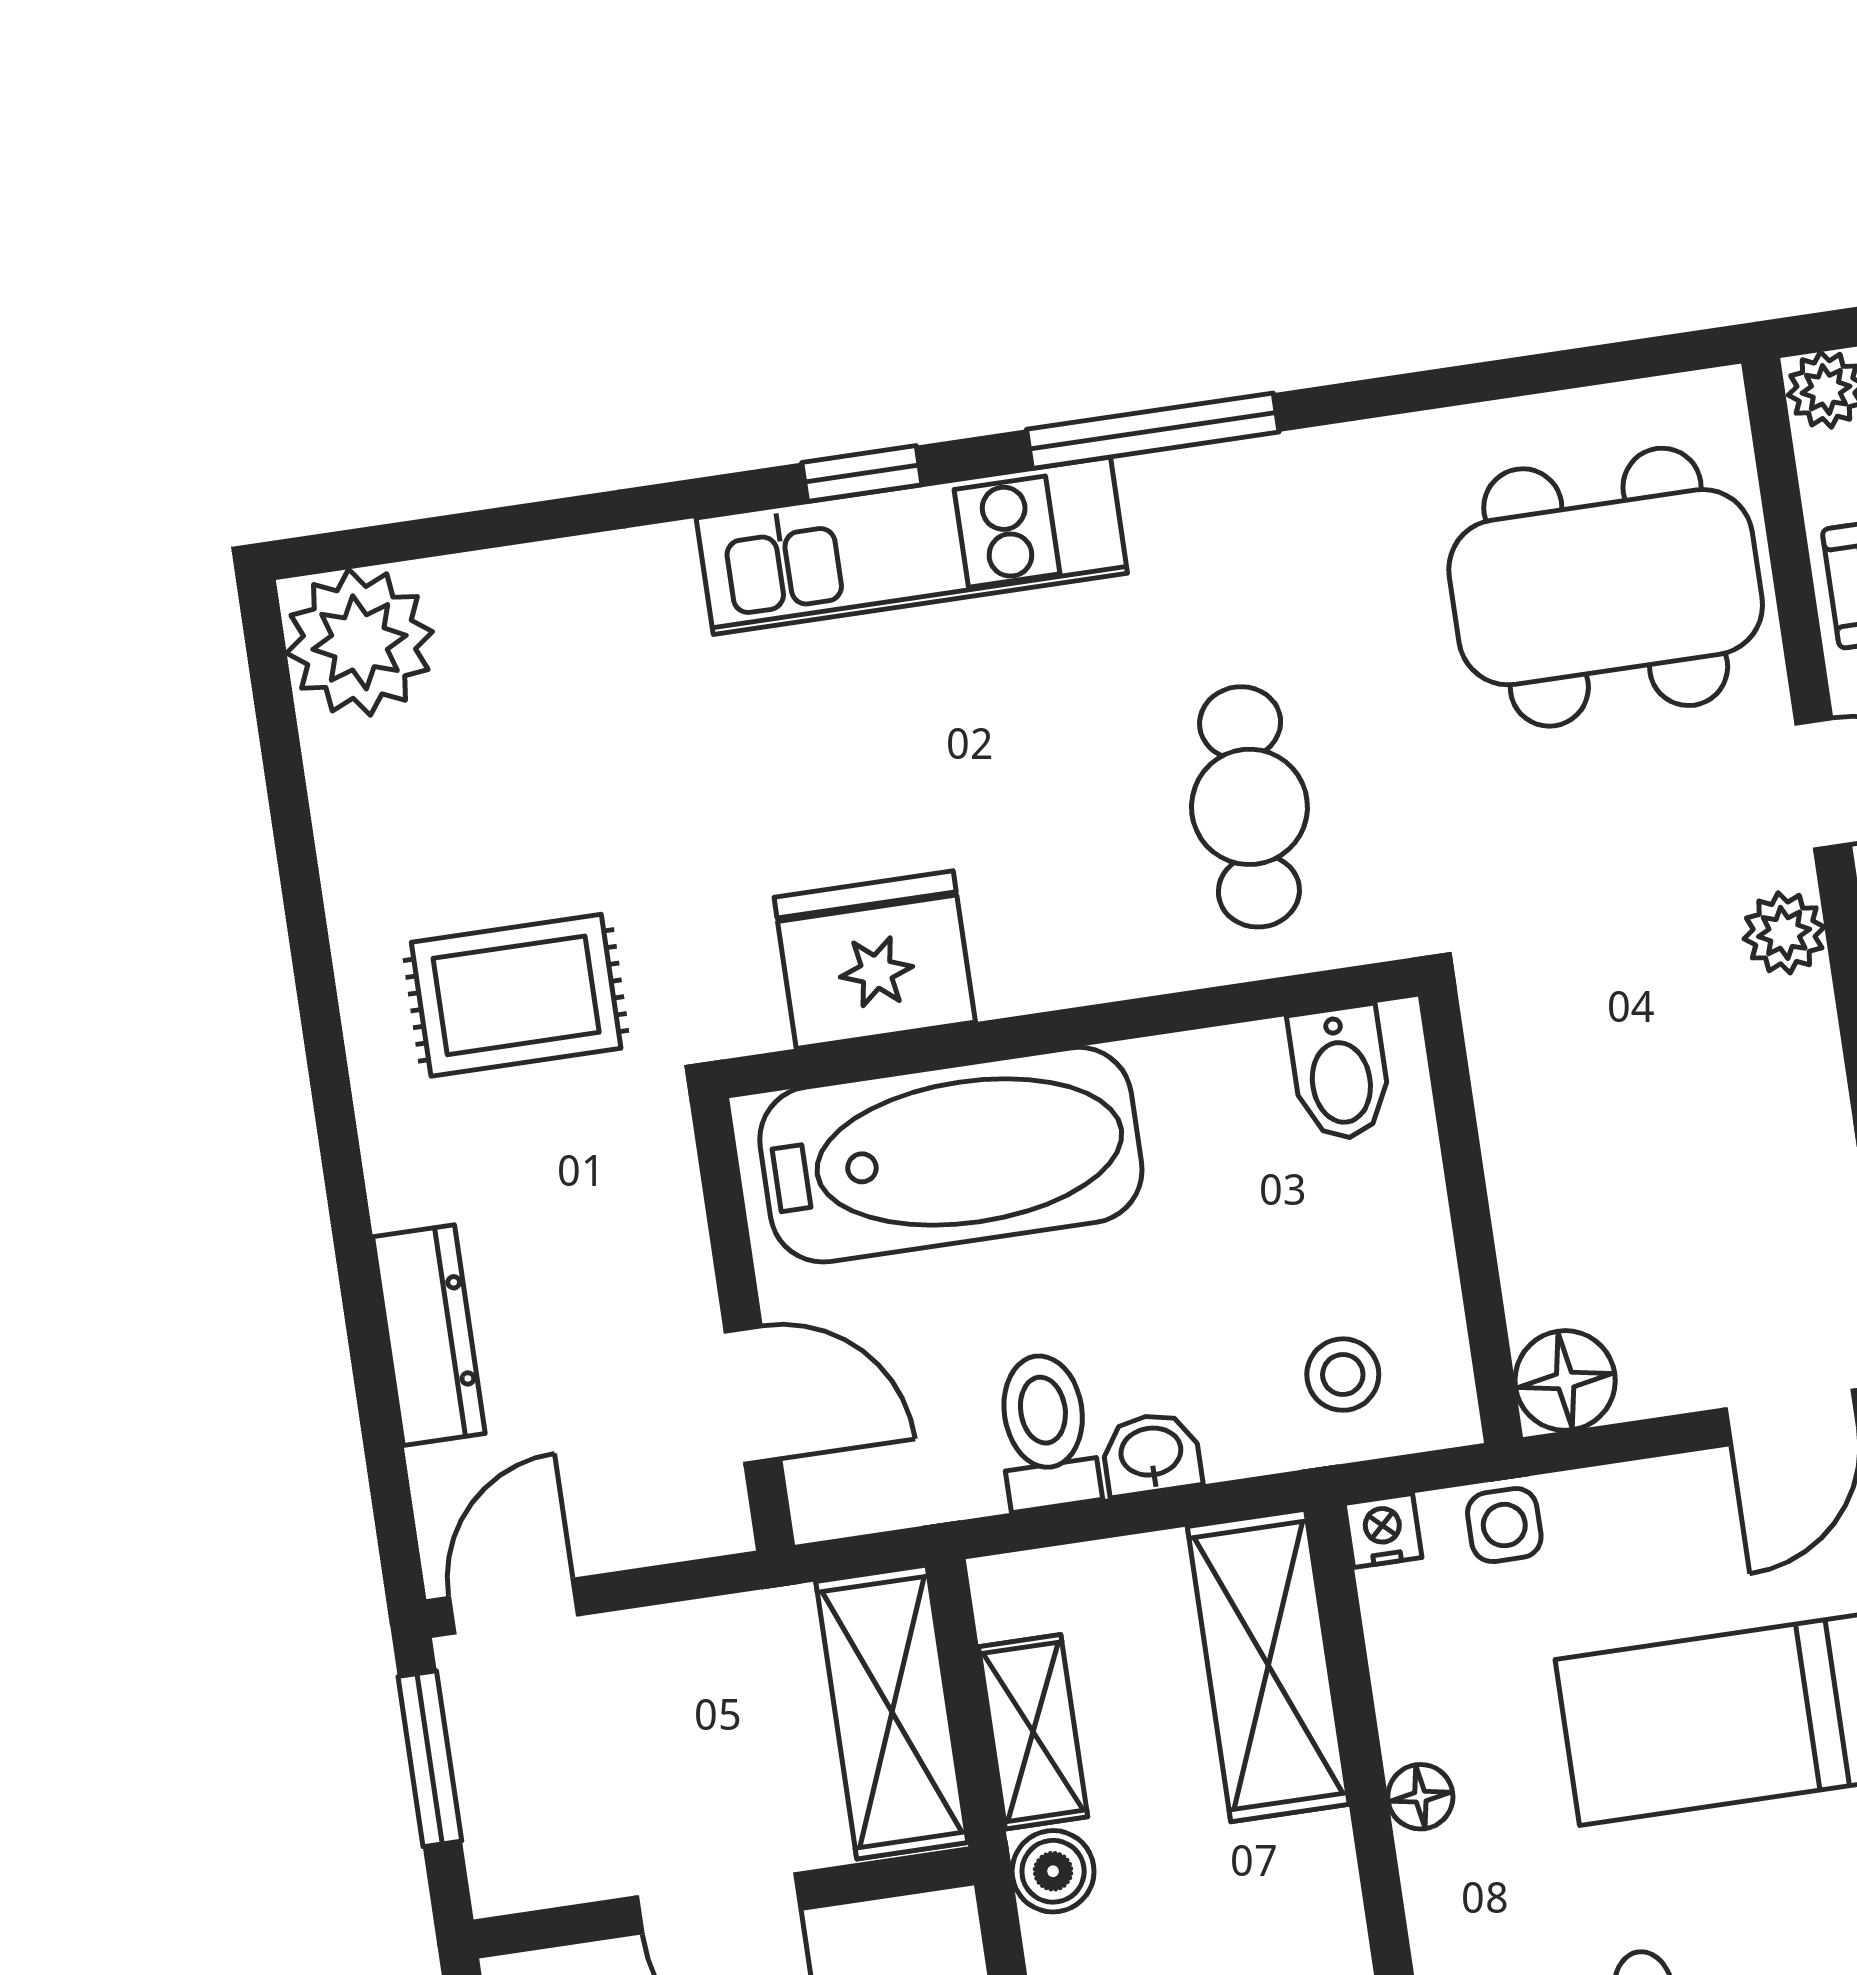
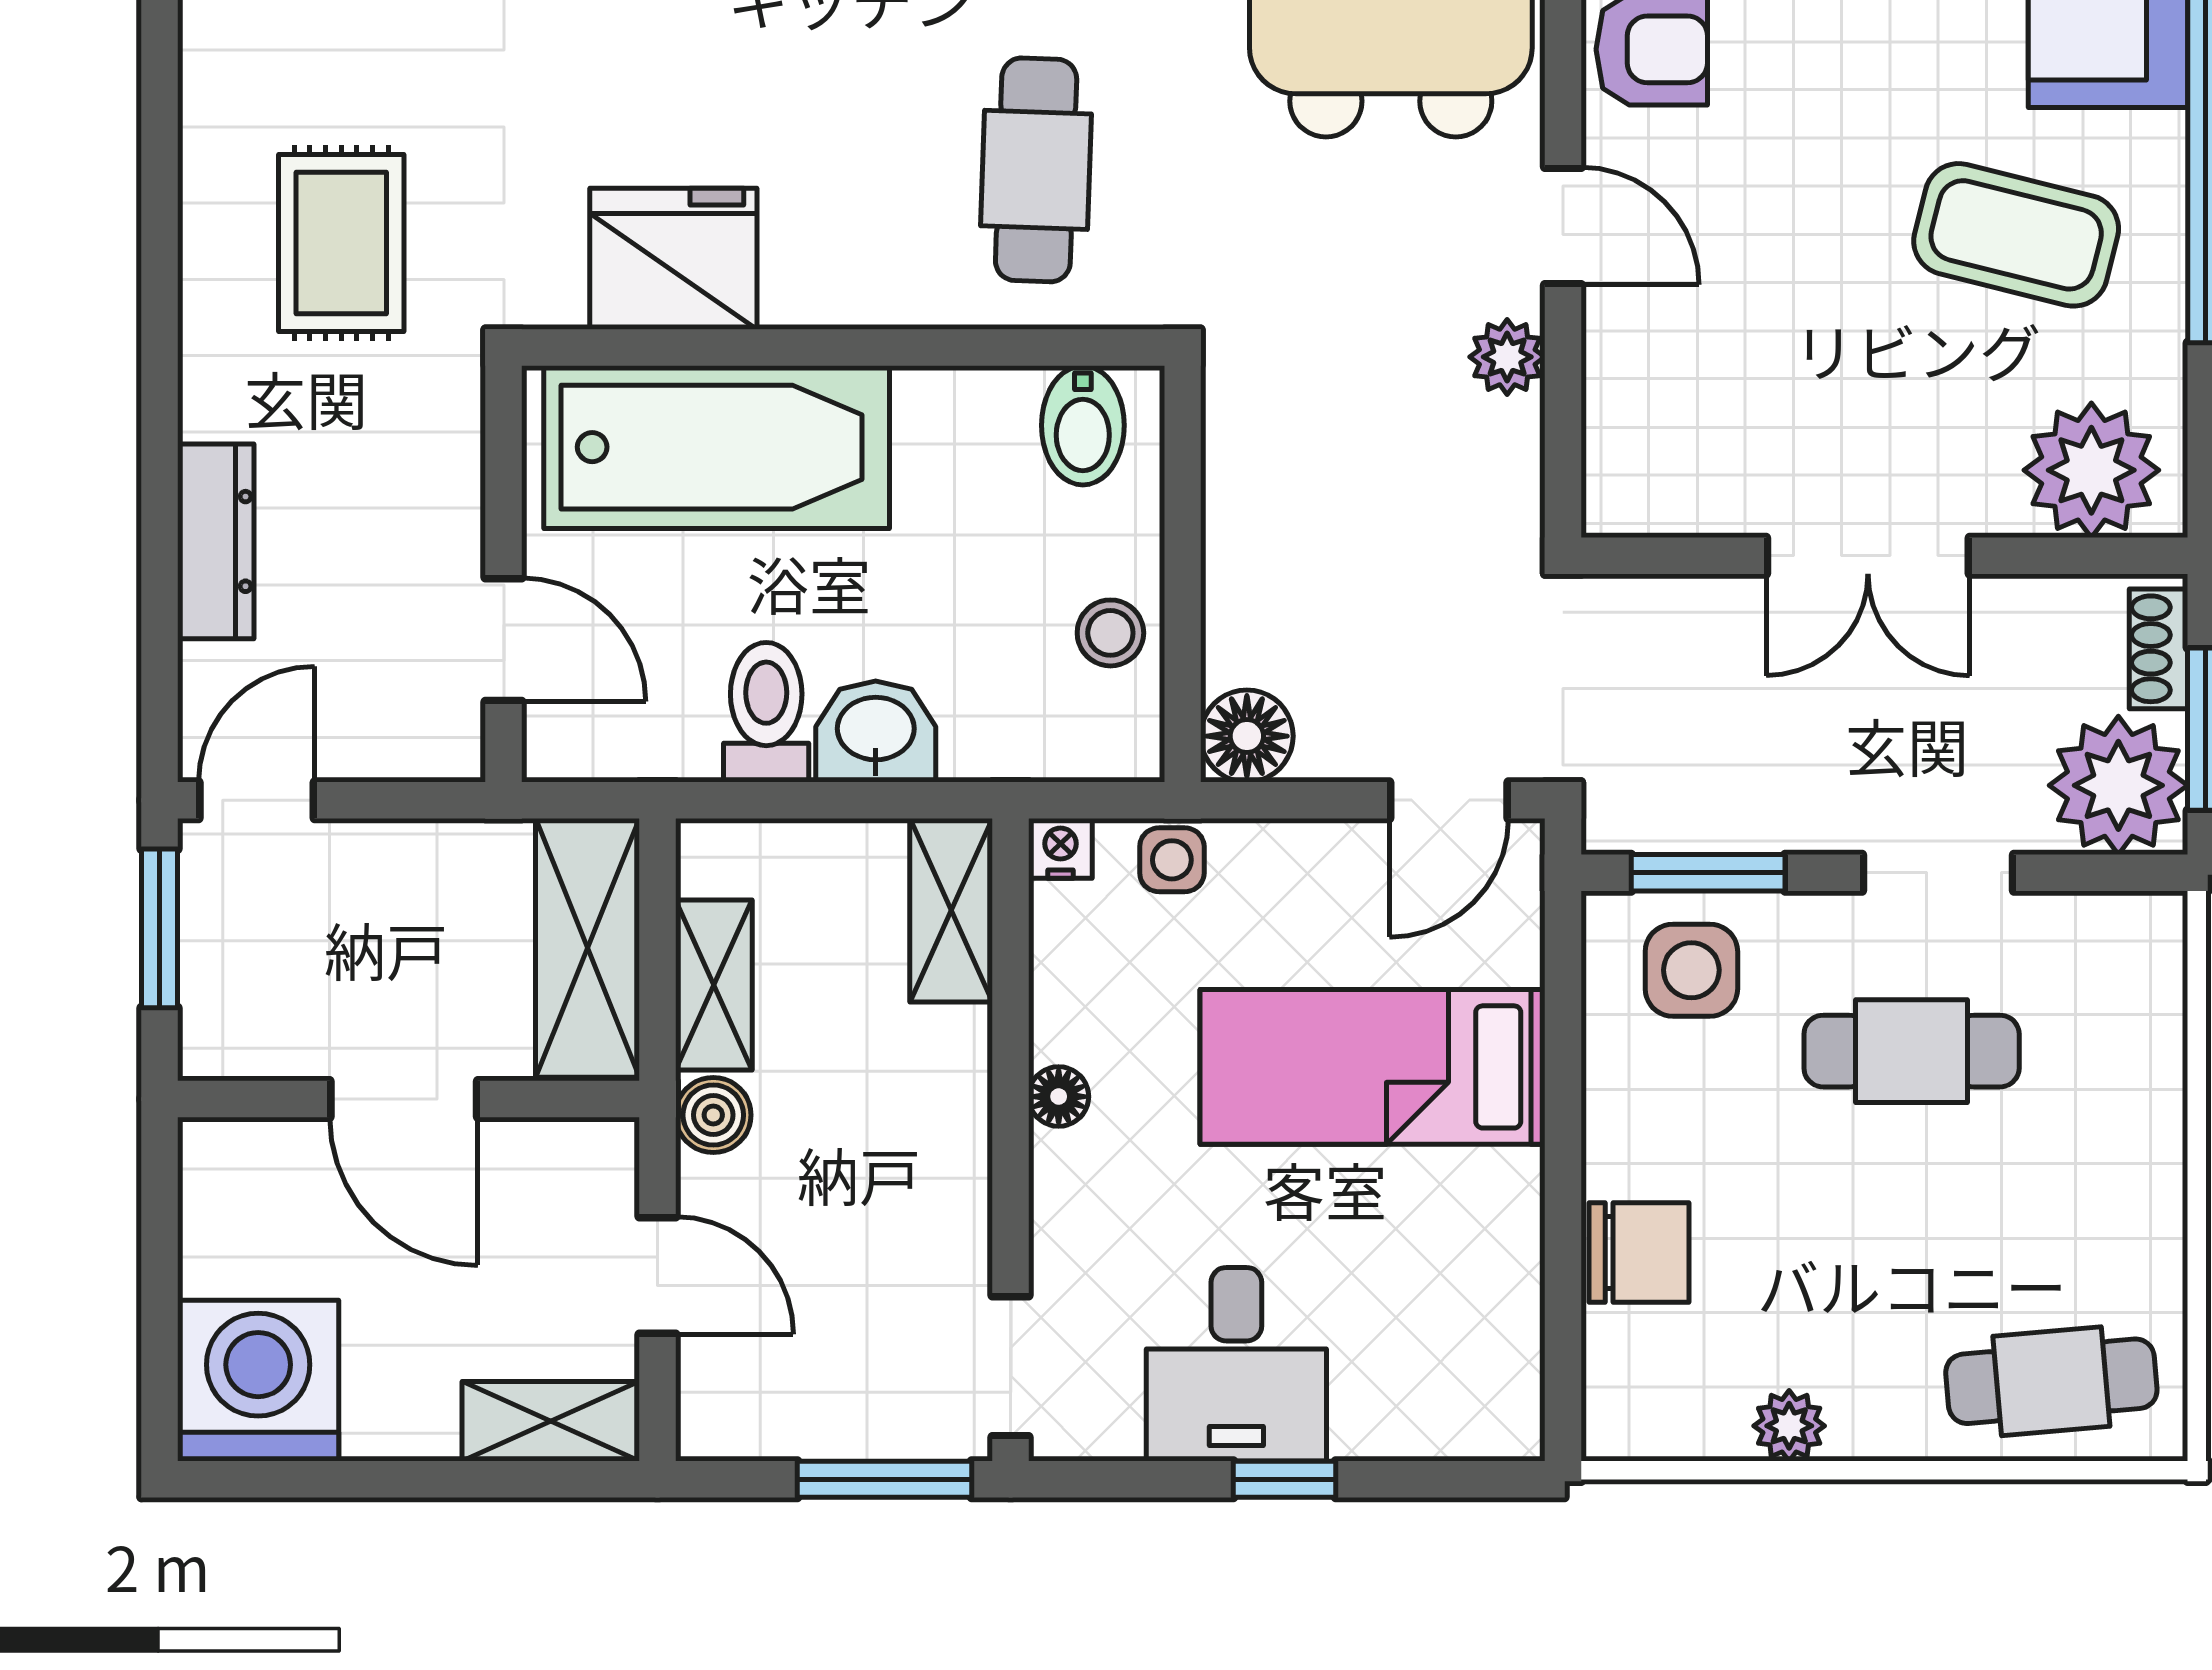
rug: (516, 995) -> (341, 243), turned 90
stool: (1343, 1375) -> (1110, 633), moved
washbasin: (1151, 1454) -> (876, 732), width x1.38, depth x1.45
shelving: (1268, 1665) -> (951, 910), width x0.67, depth x0.75

